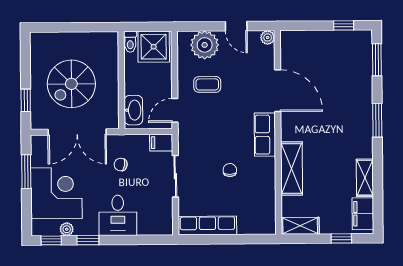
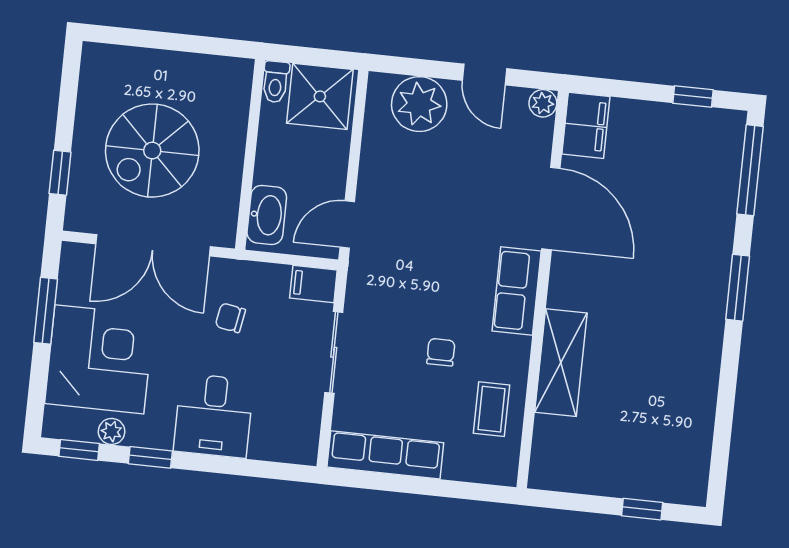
window: (377, 60) -> (750, 170), width x1.44
coffee table: (207, 84) -> (491, 409), moved, turned 90
shelving: (365, 178) -> (701, 396), removed
filing cabinet: (363, 214) -> (586, 125), moved, turned 180
shelving: (300, 226) -> (565, 476), removed

